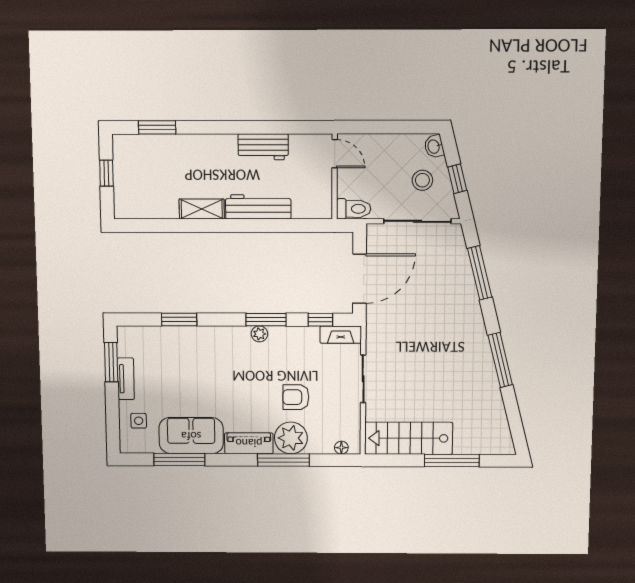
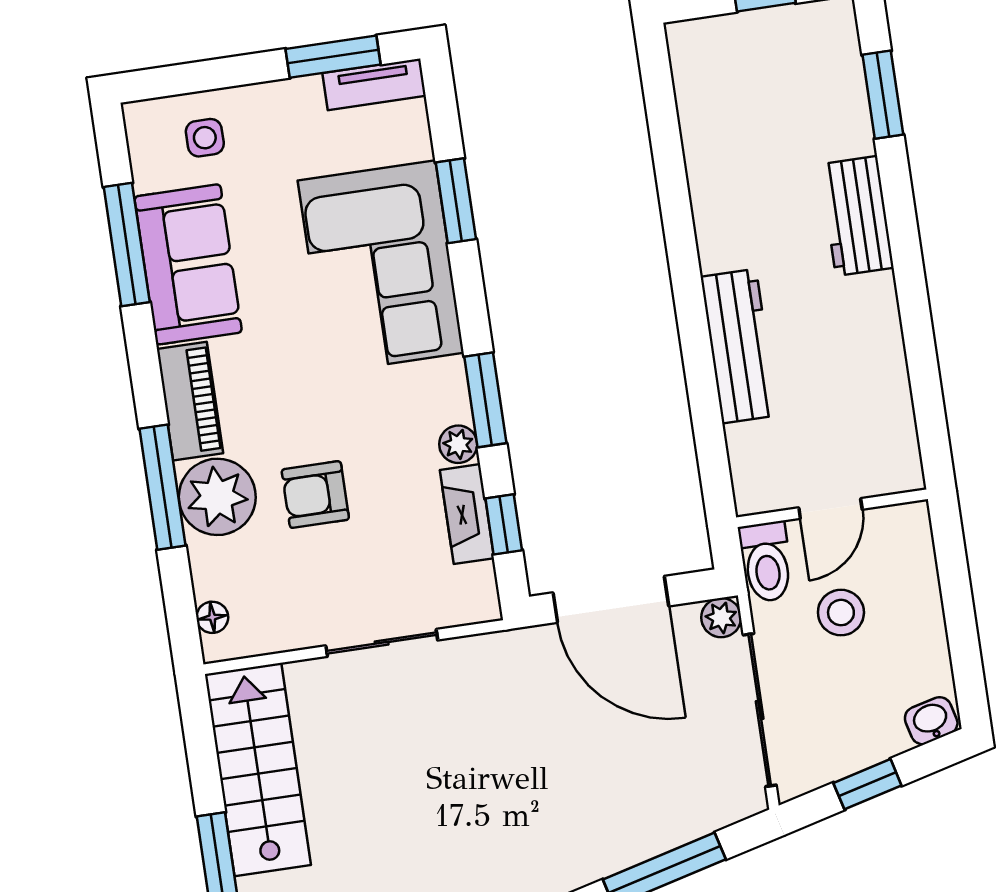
workbench: (263, 147) -> (857, 216), moved
door: (335, 154) -> (830, 509), moved
stool: (422, 180) -> (841, 613), moved
shelving: (202, 209) -> (715, 219), removed
plant: (375, 232) -> (721, 618), added
plant: (259, 334) -> (458, 444), moved
fireplace: (341, 335) -> (467, 514), moved
corner sofa: (203, 355) -> (381, 267), added
tv unit: (126, 379) -> (374, 84), moved
armchair: (296, 397) -> (315, 495), turned -90

